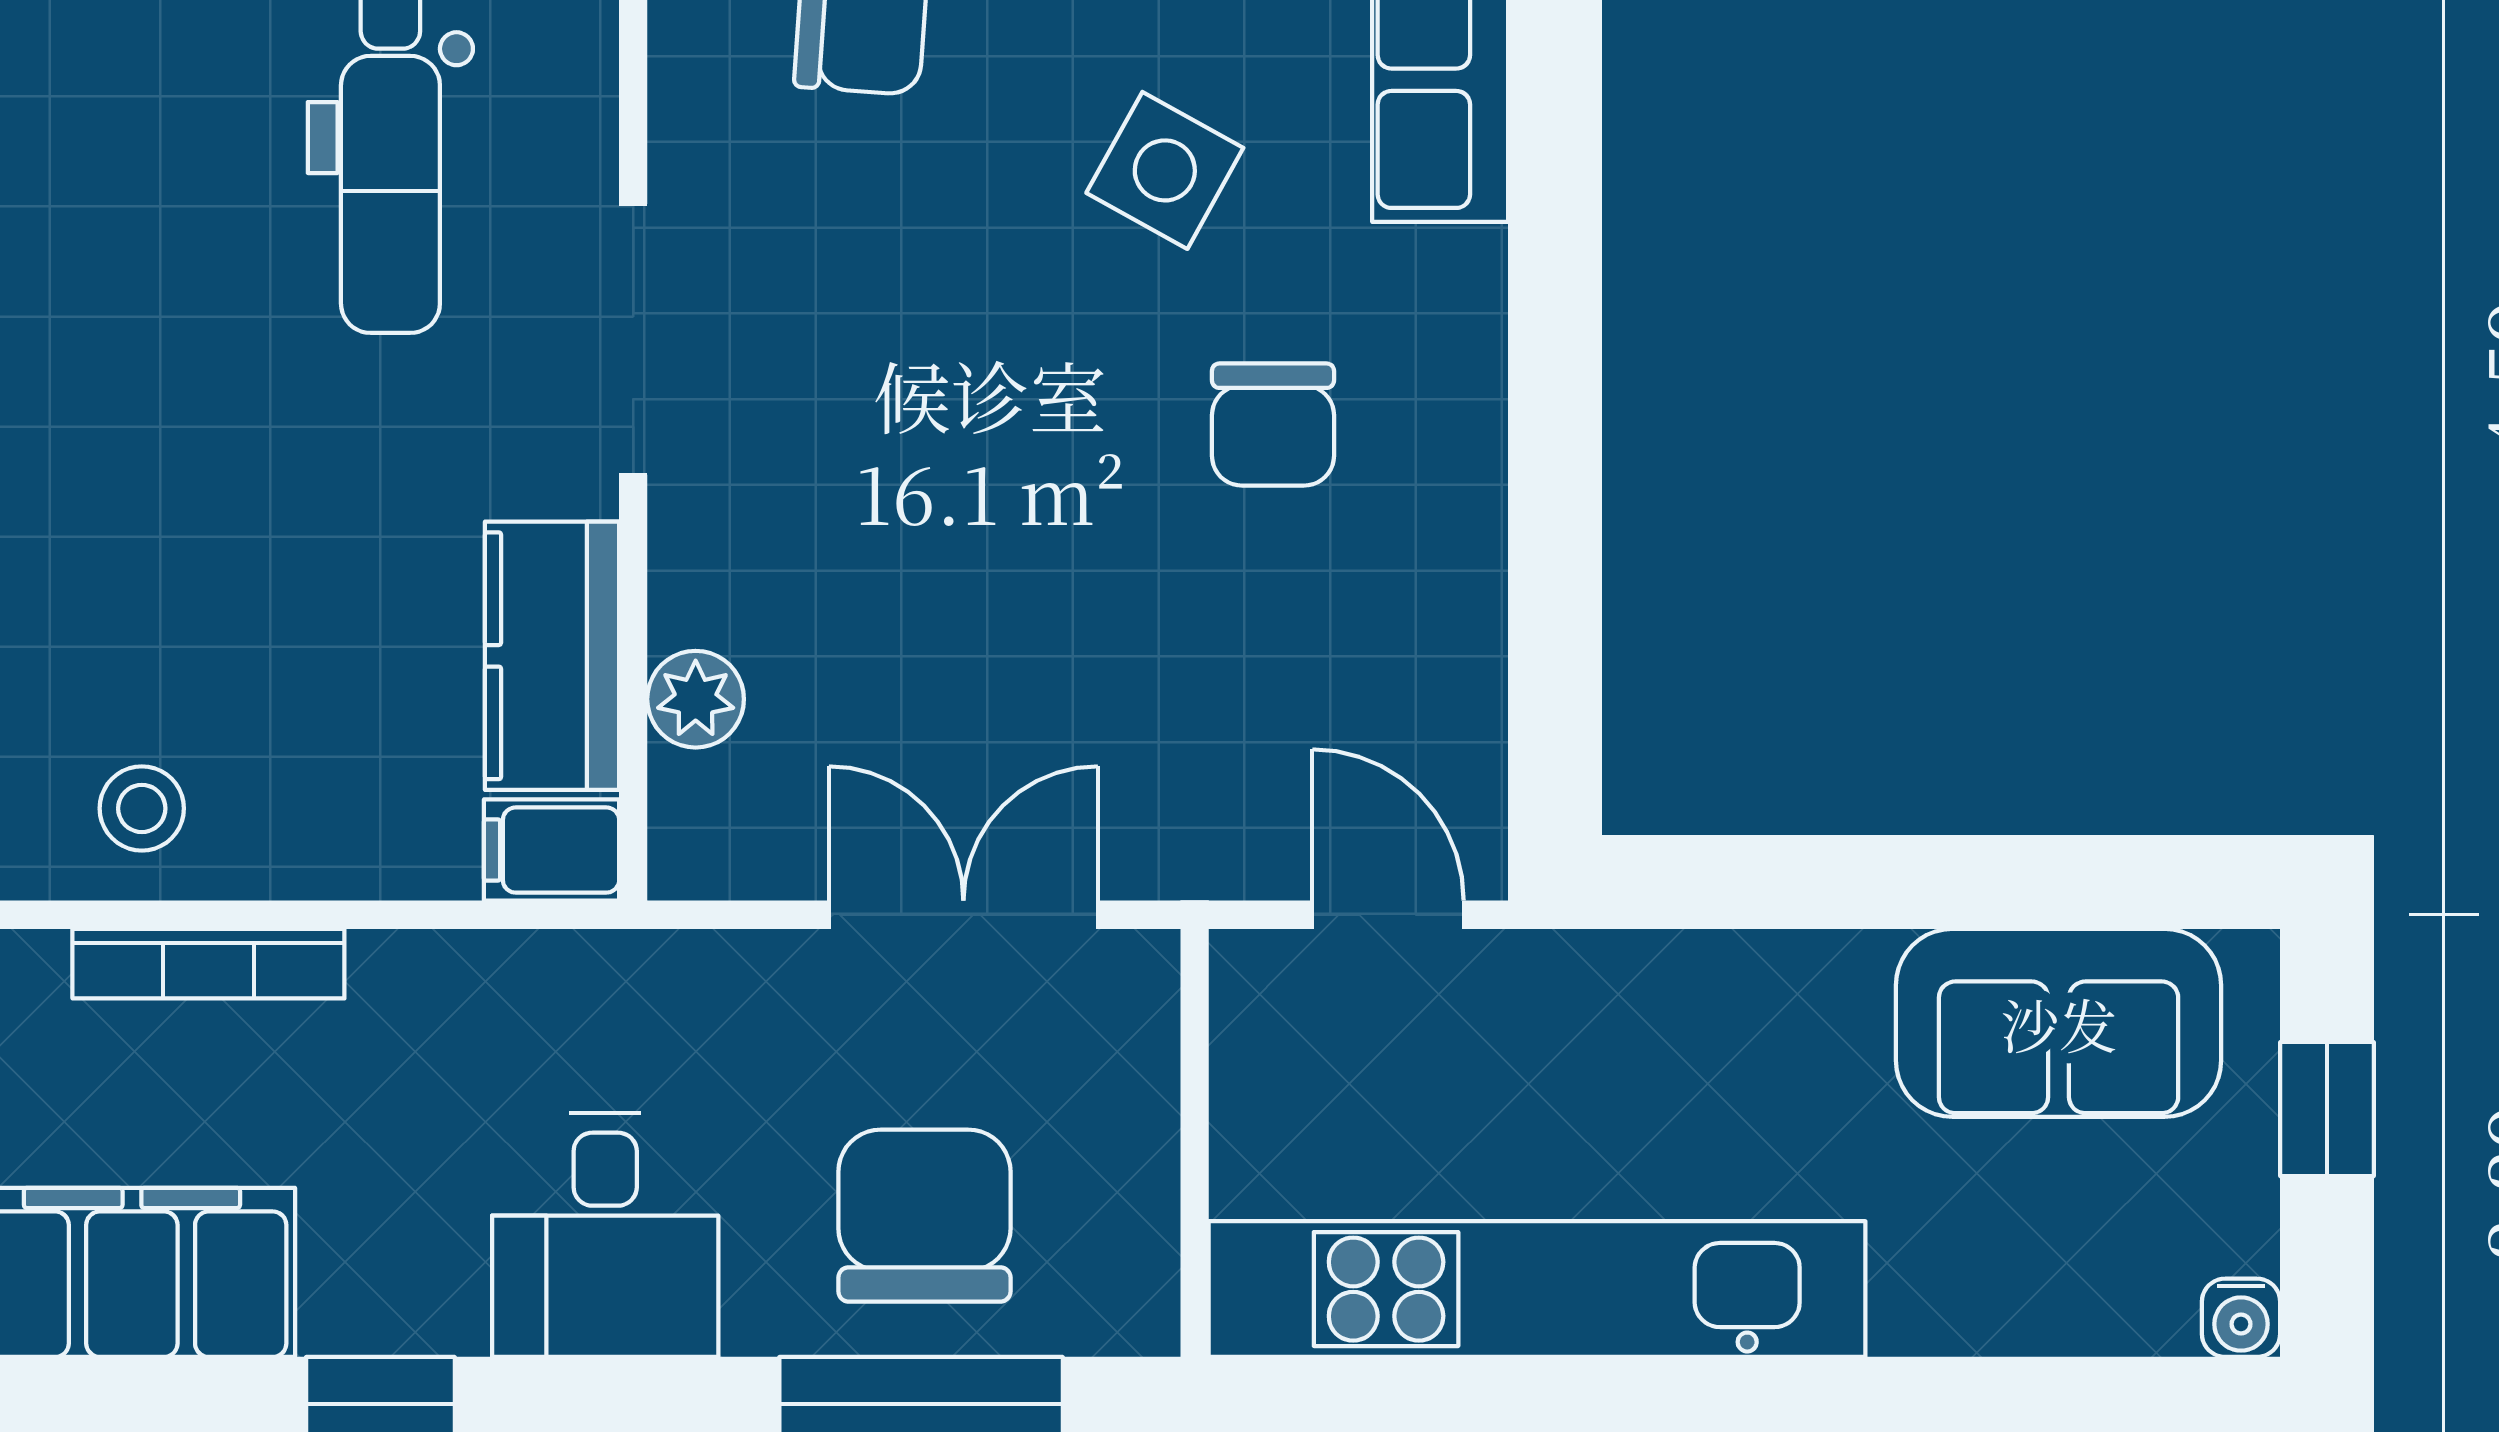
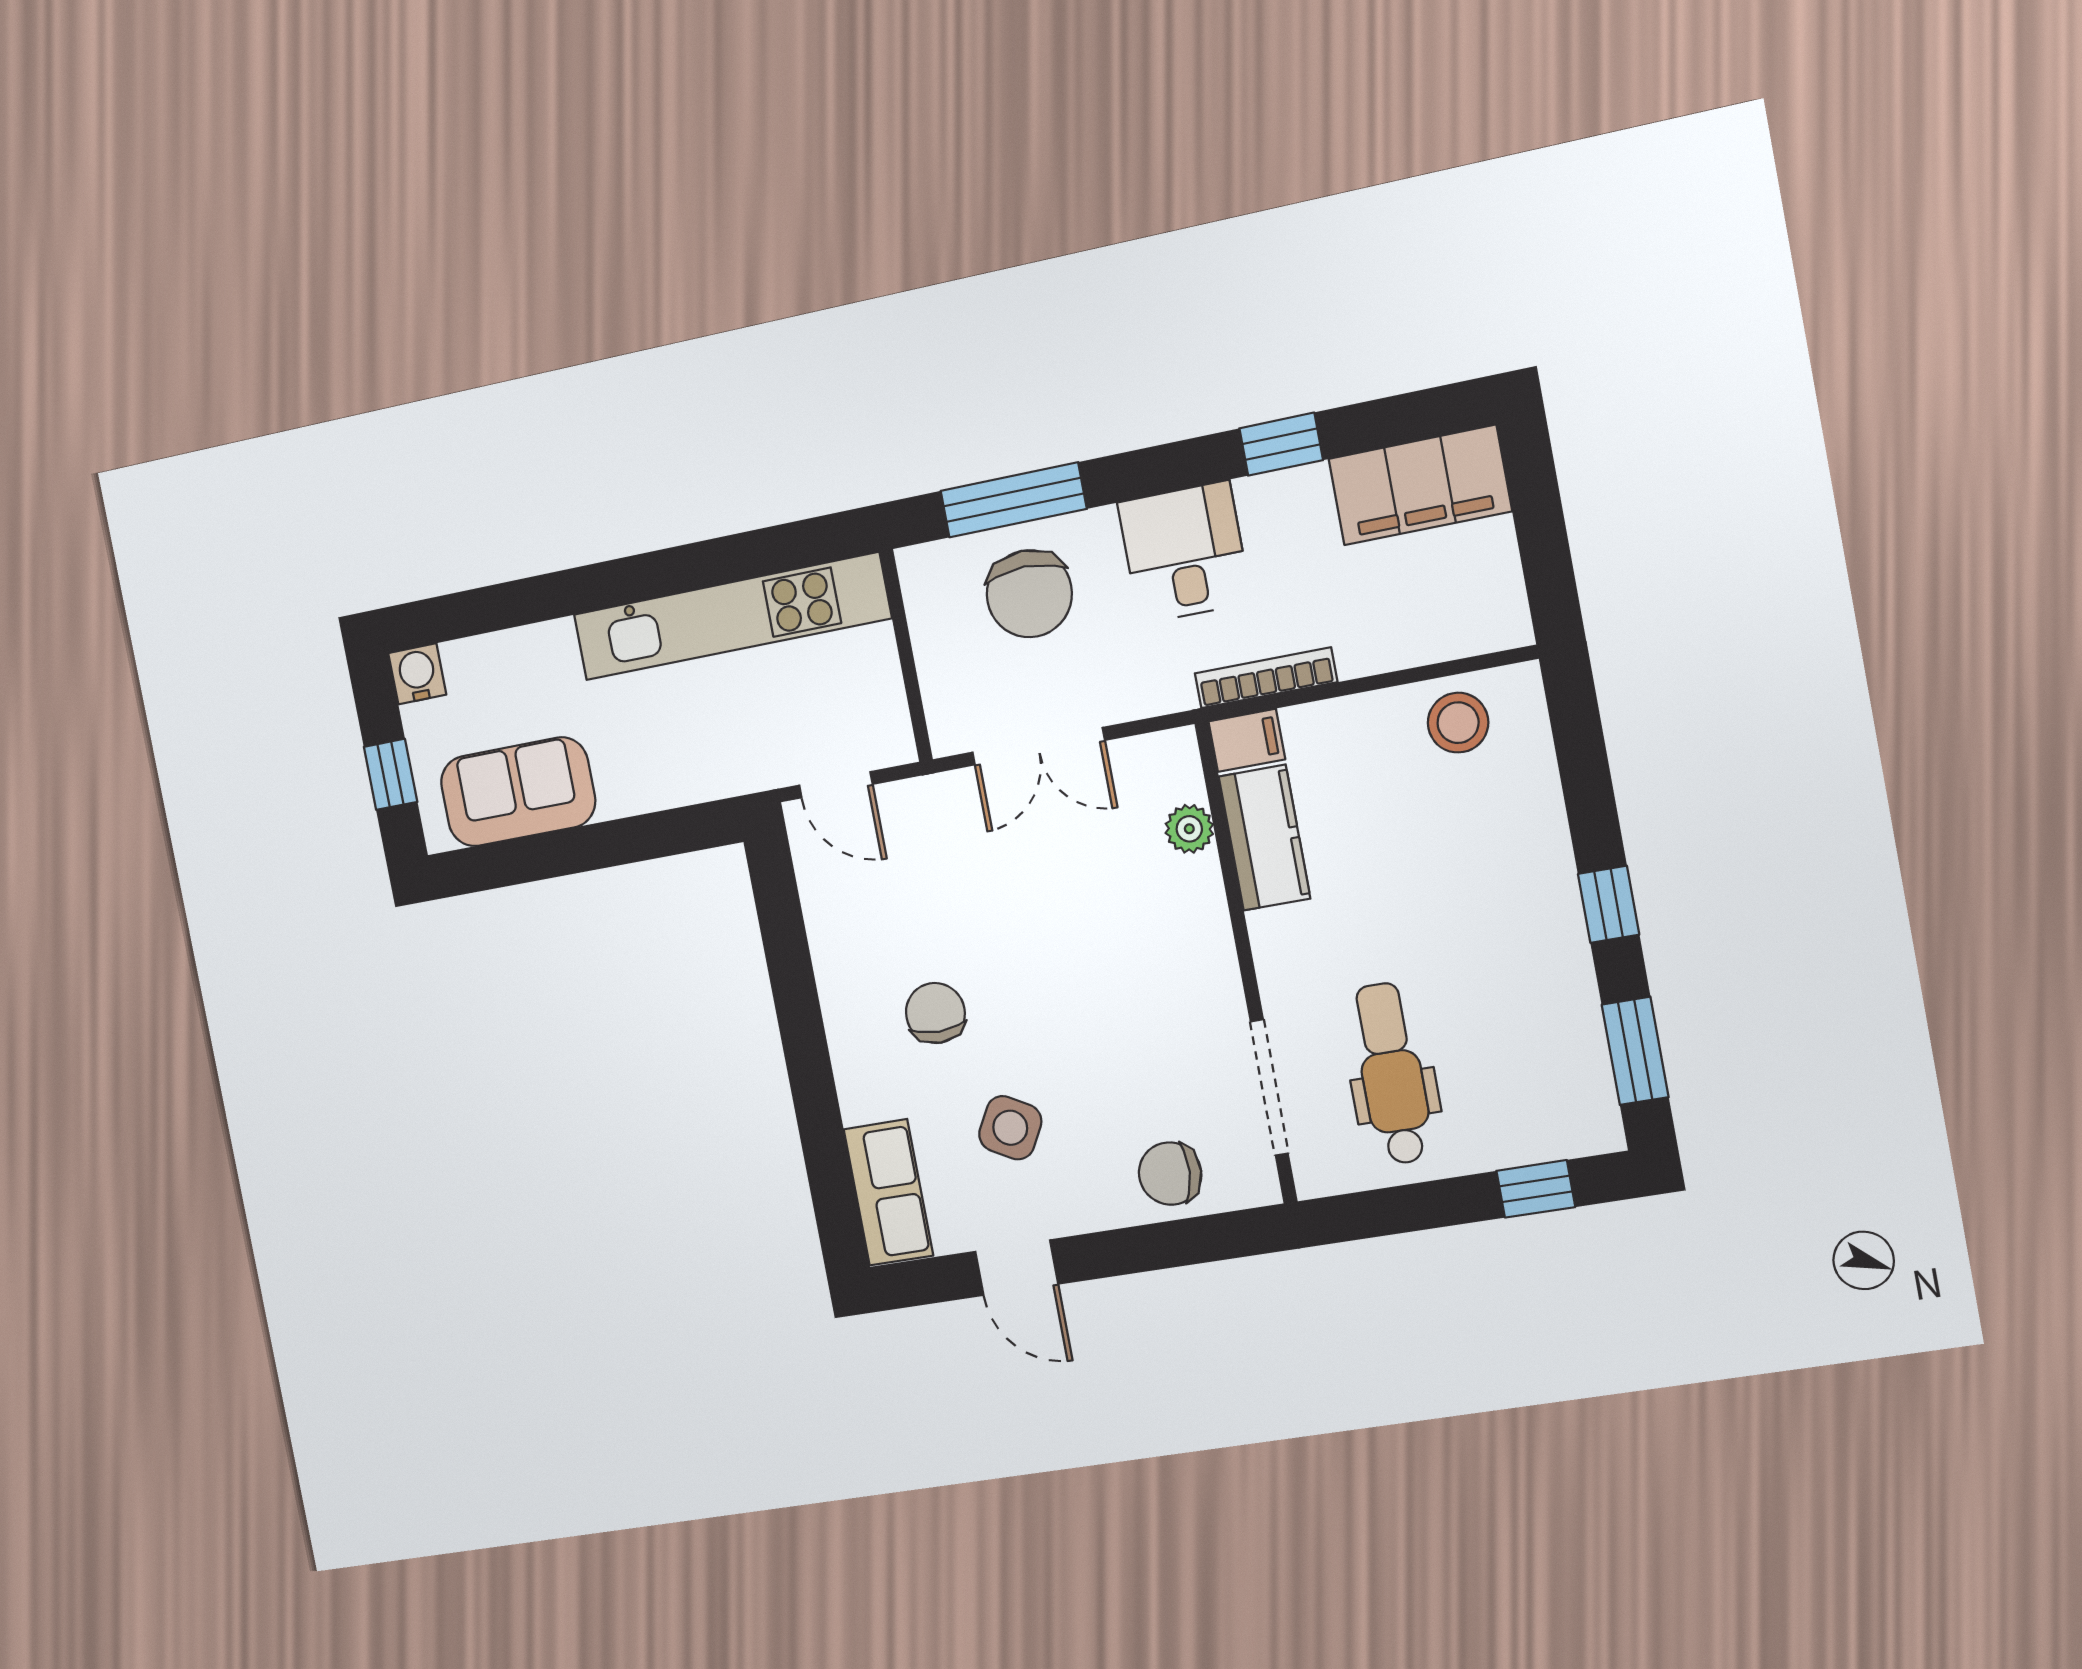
doorway: (633, 339) -> (1269, 1087), moved
stool: (142, 808) -> (1458, 723), width x1.37, depth x1.37
bookcase: (208, 964) -> (1266, 678), moved
water cooler: (2241, 1318) -> (417, 674), width x1.38, depth x1.38

